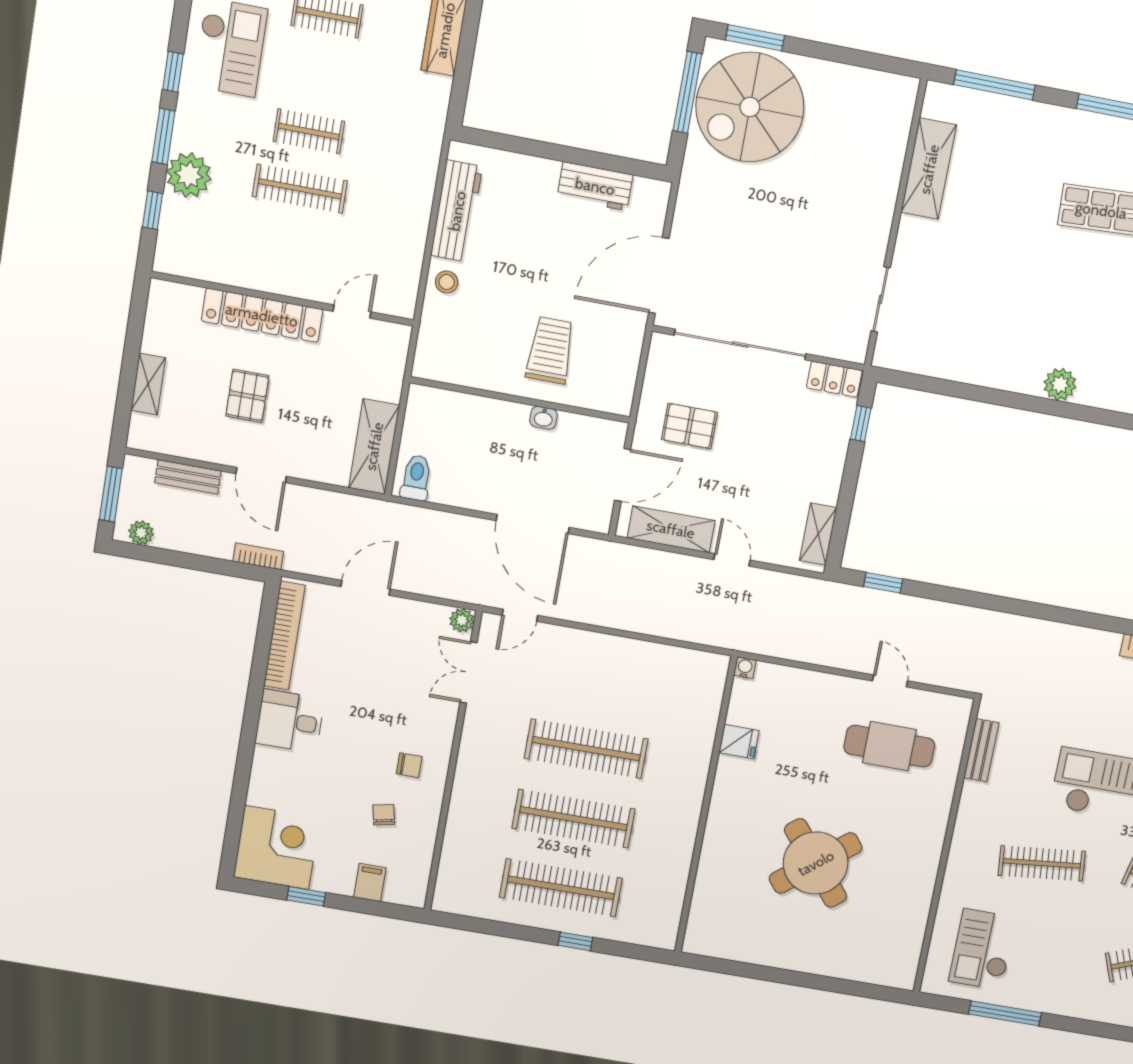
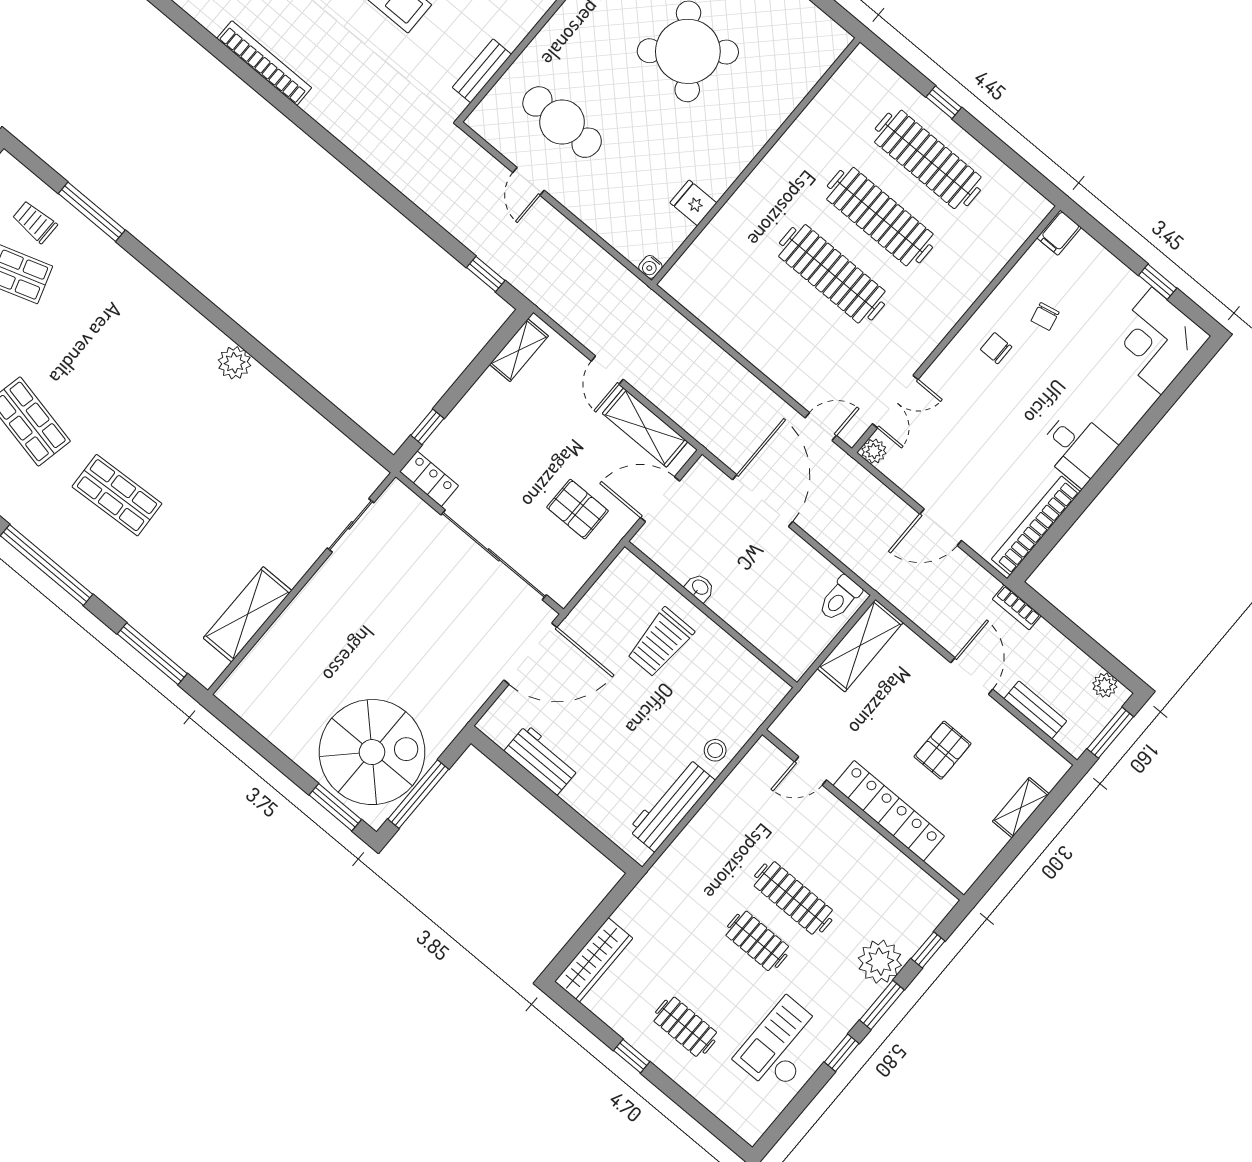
filing cabinet: (370, 882) -> (1059, 233), moved

